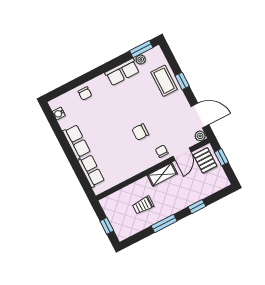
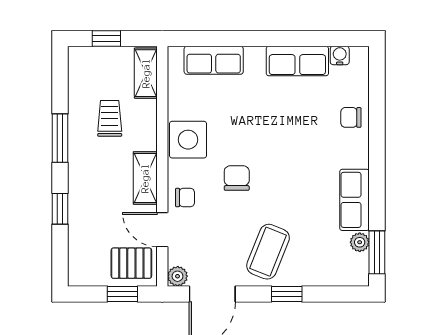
coffee table: (164, 81) -> (268, 252), moved, turned -68
row of seats: (77, 142) -> (297, 61), moved
side table: (134, 164) -> (188, 140), added
shelving: (113, 199) -> (146, 73), added

